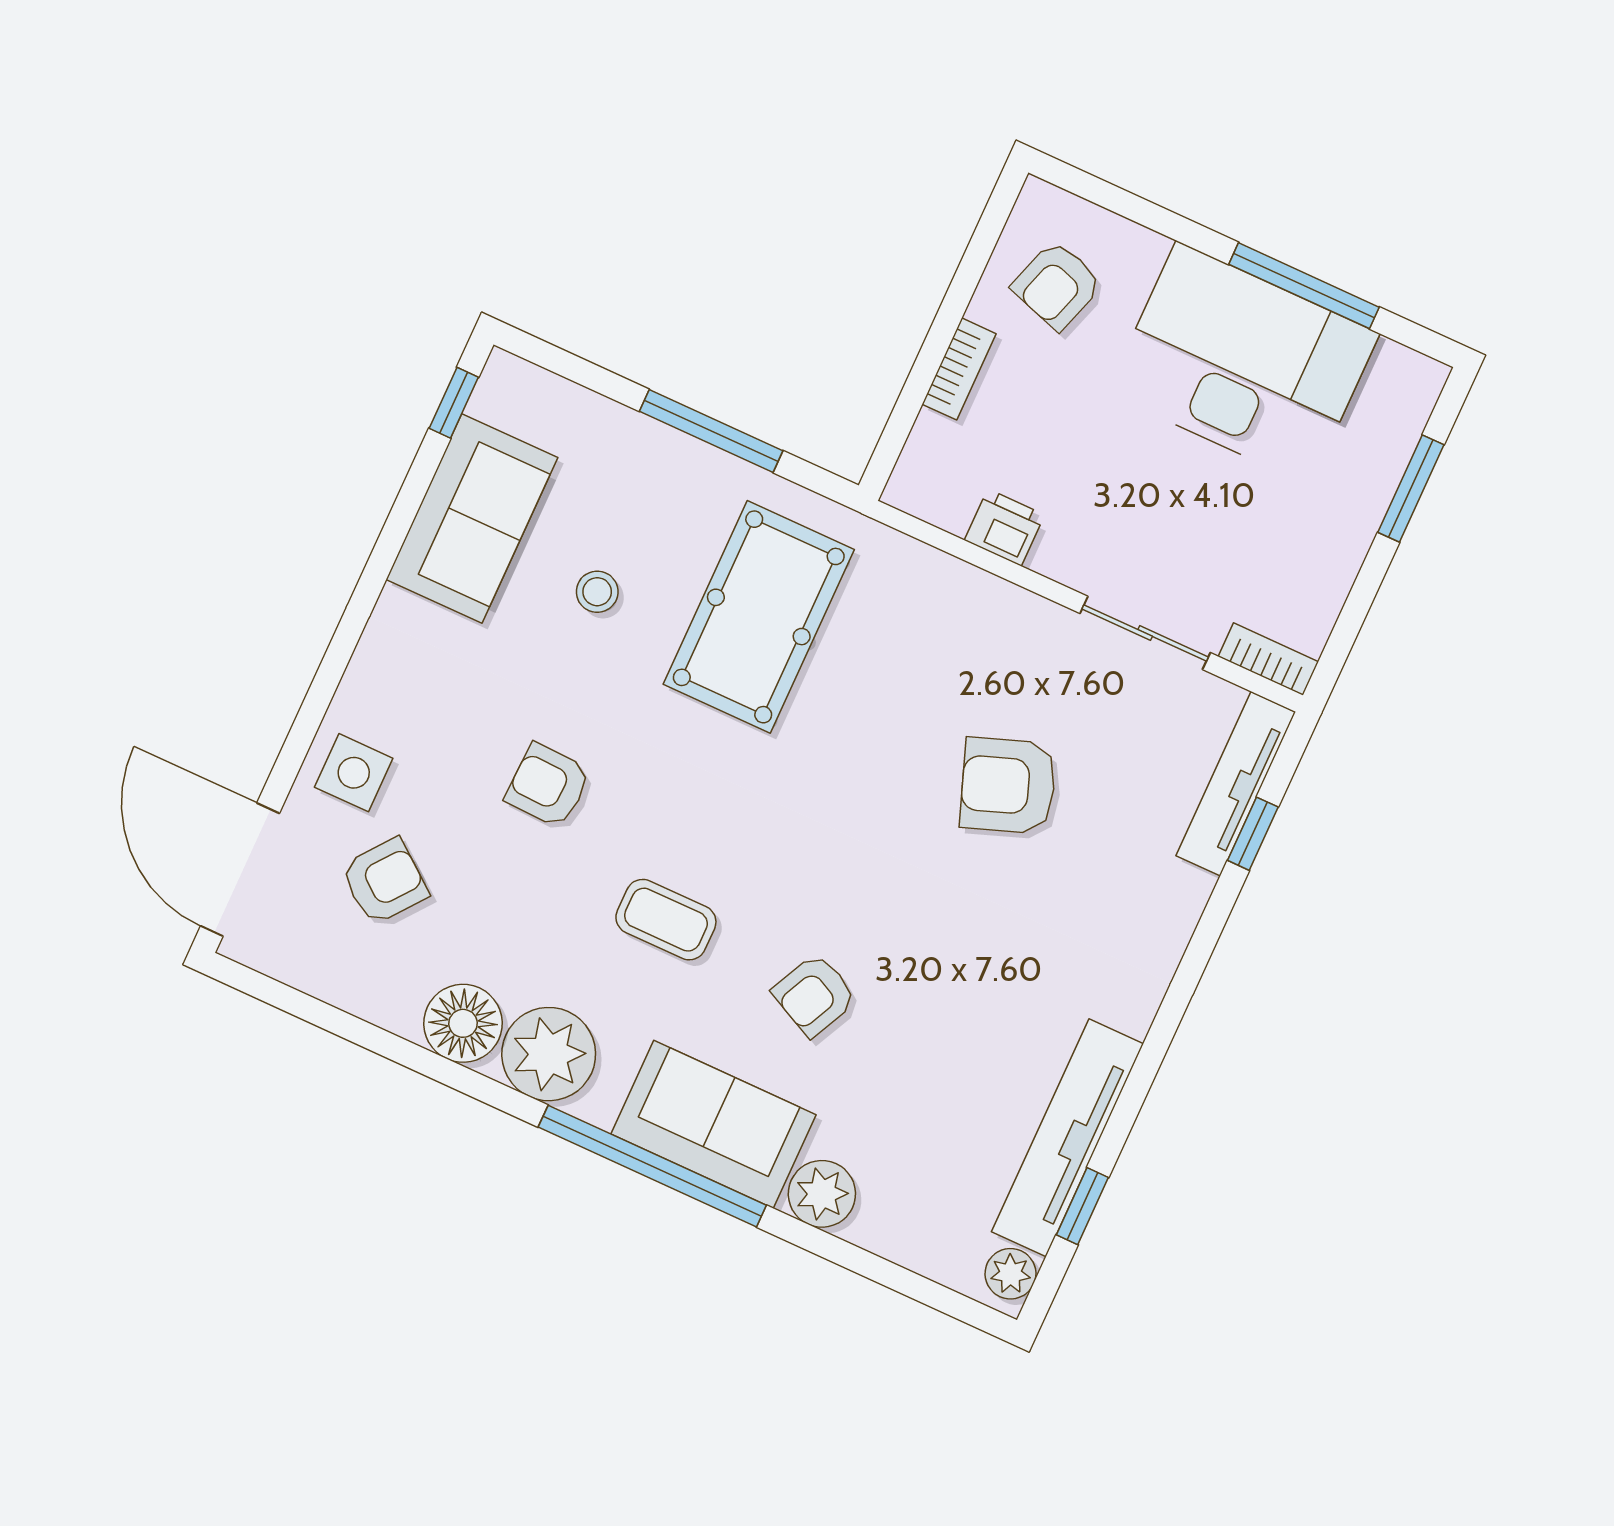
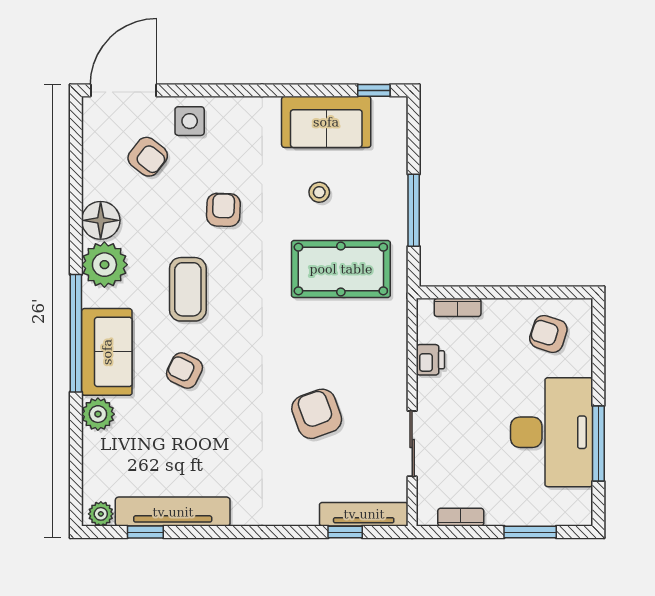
bookcase: (959, 369) -> (458, 307), moved
bookcase: (1268, 659) -> (461, 517), moved, turned -90
coffee table: (666, 920) -> (188, 289), width x1.36, depth x1.30

